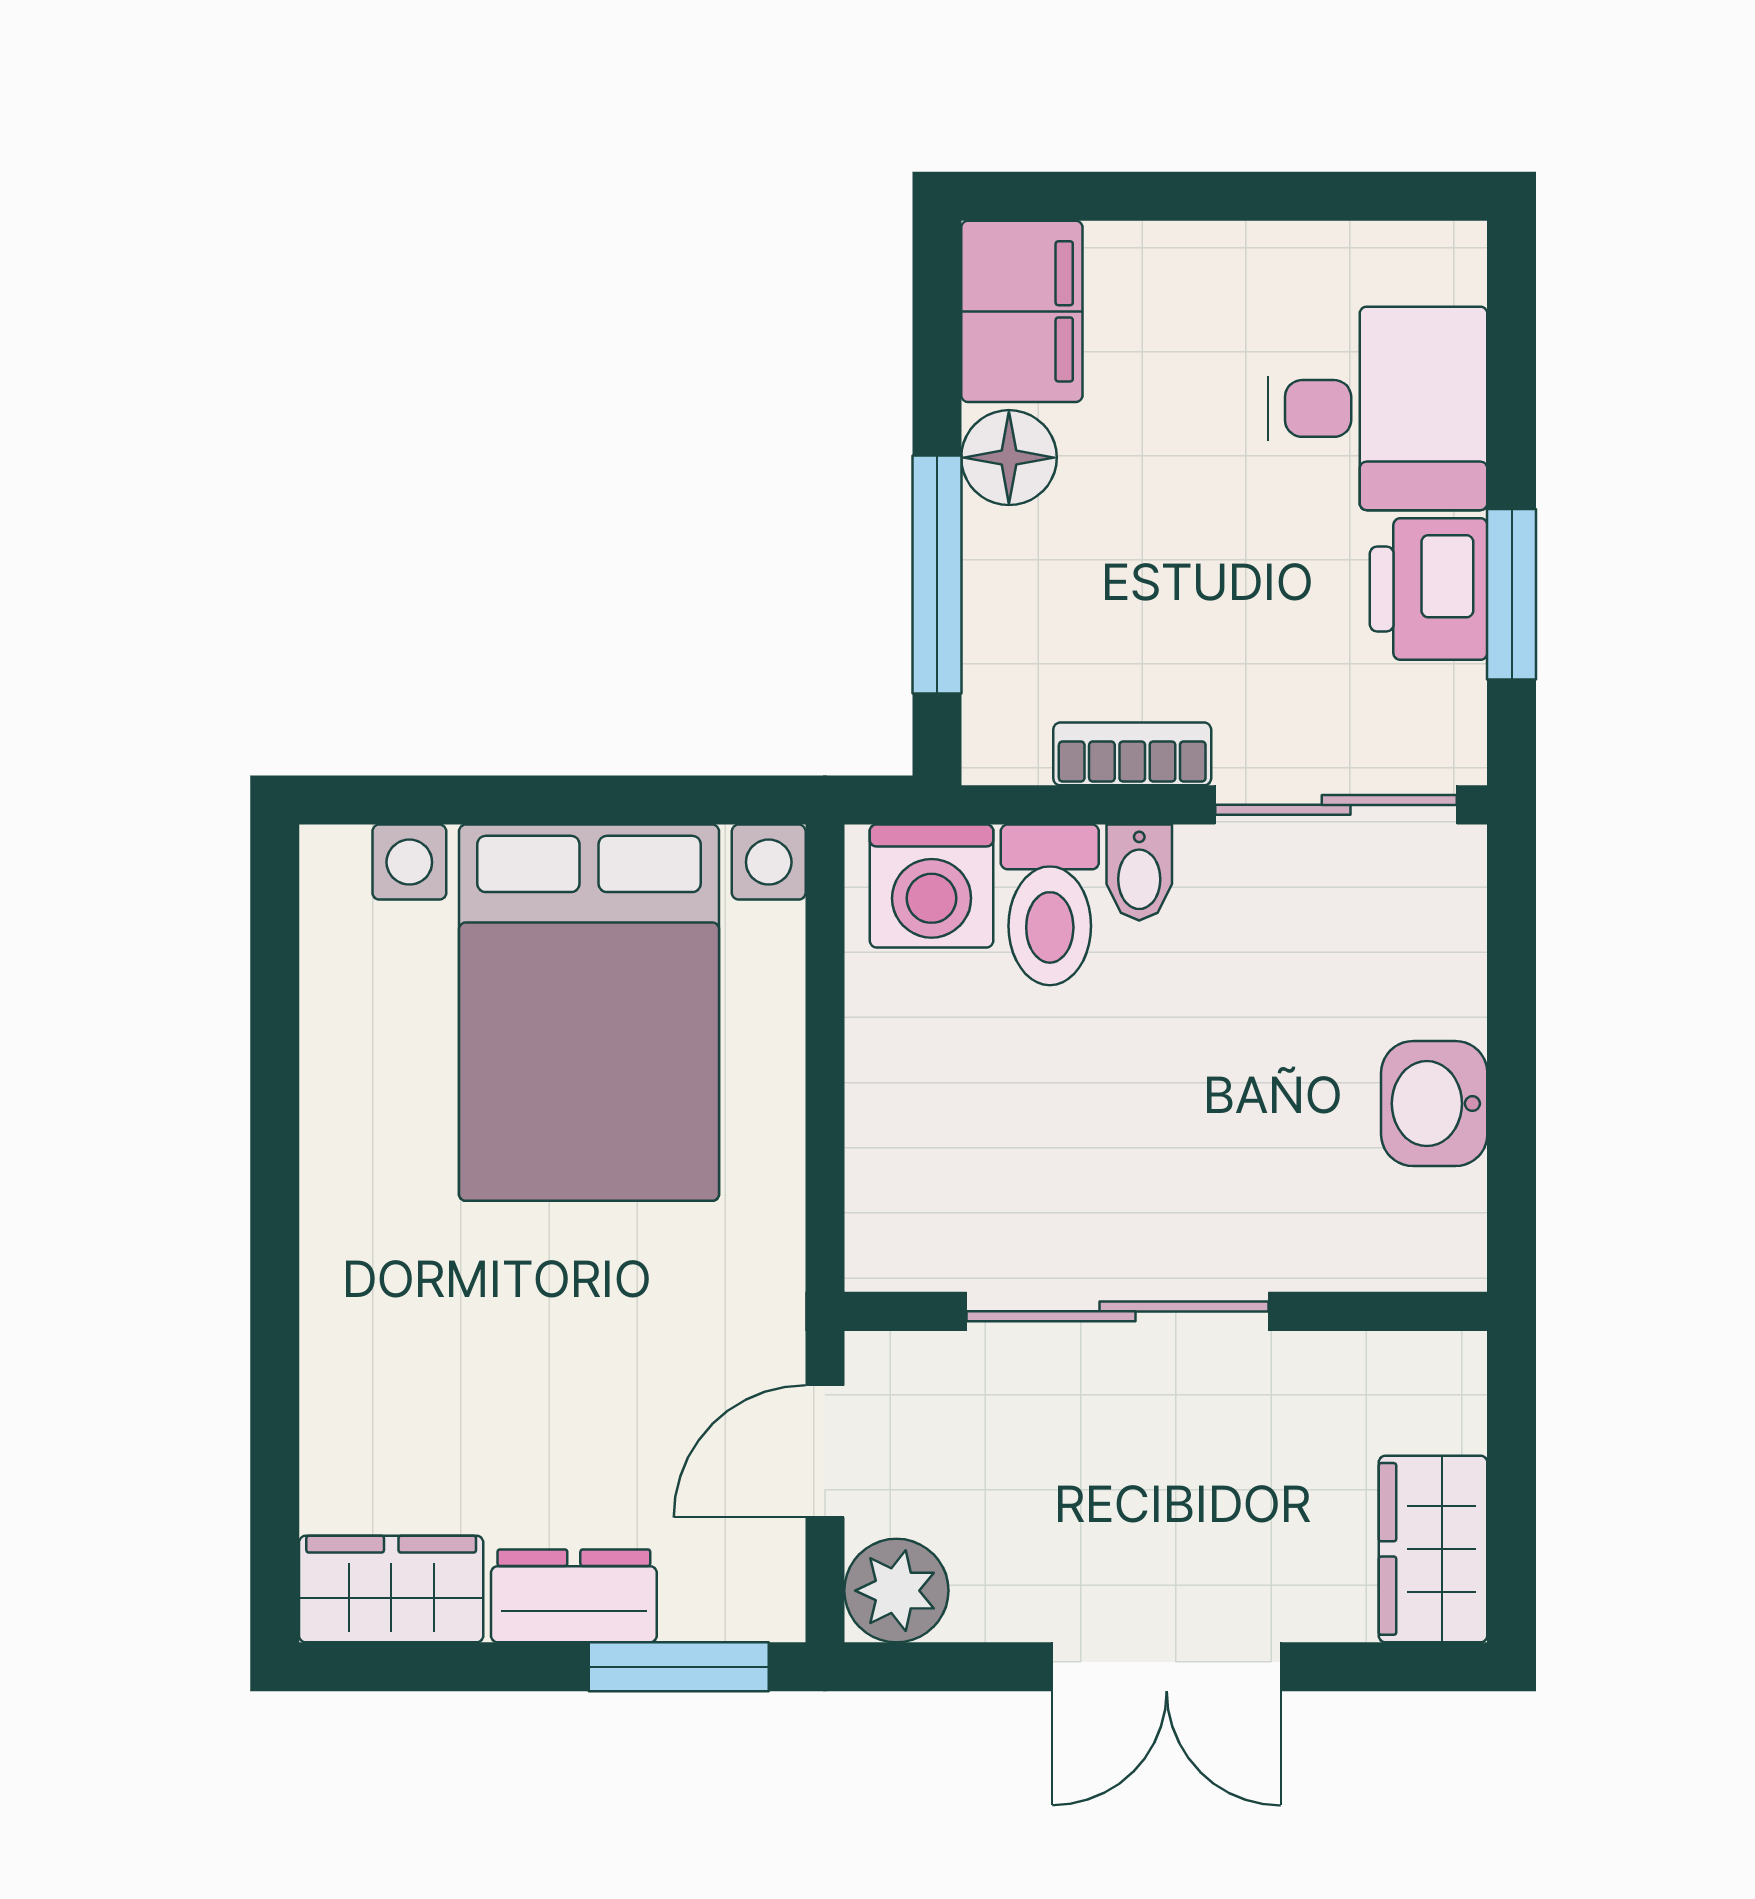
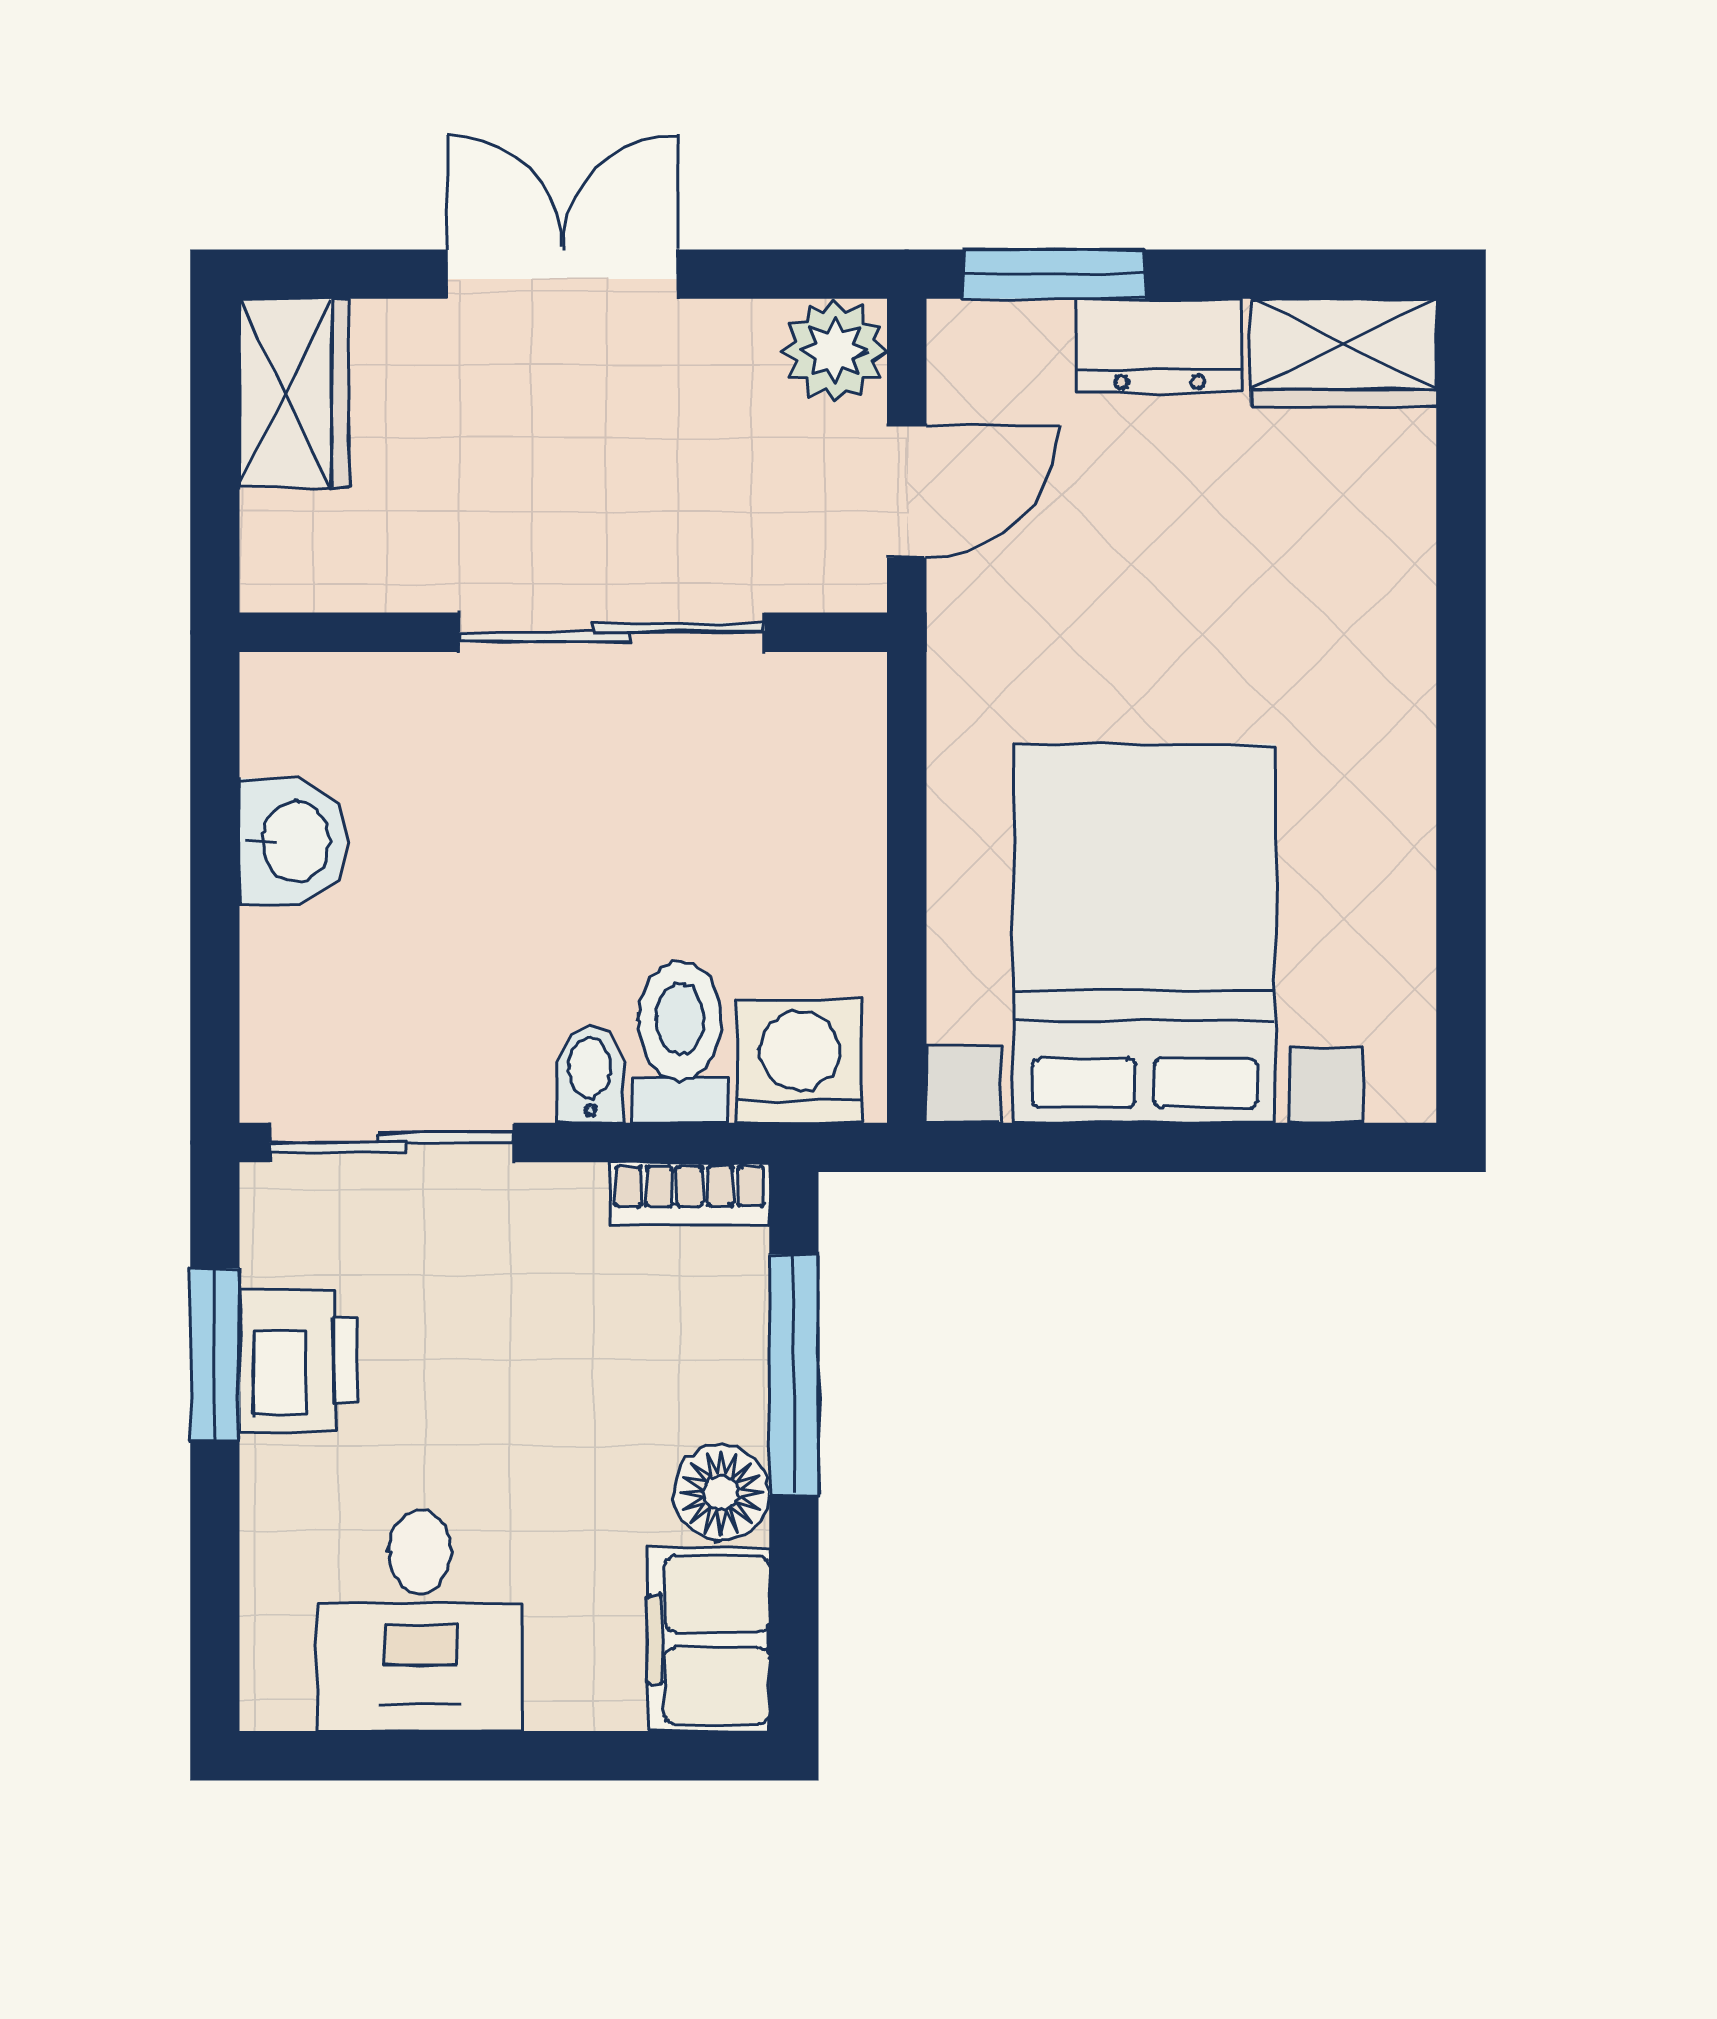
desk: (1377, 408) -> (420, 1621), moved, turned -90
bookcase: (1132, 754) -> (690, 1194), moved

